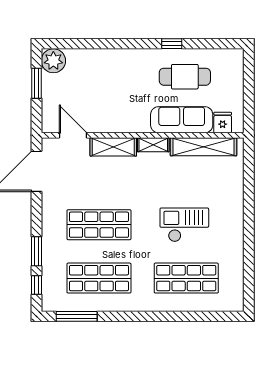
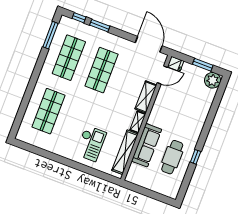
fridge: (223, 123) -> (176, 64), moved
checkout: (184, 225) -> (91, 143), moved

